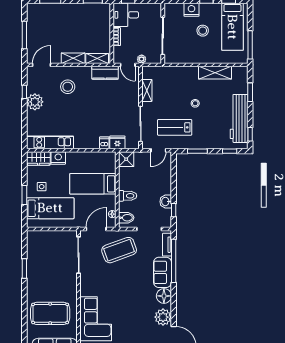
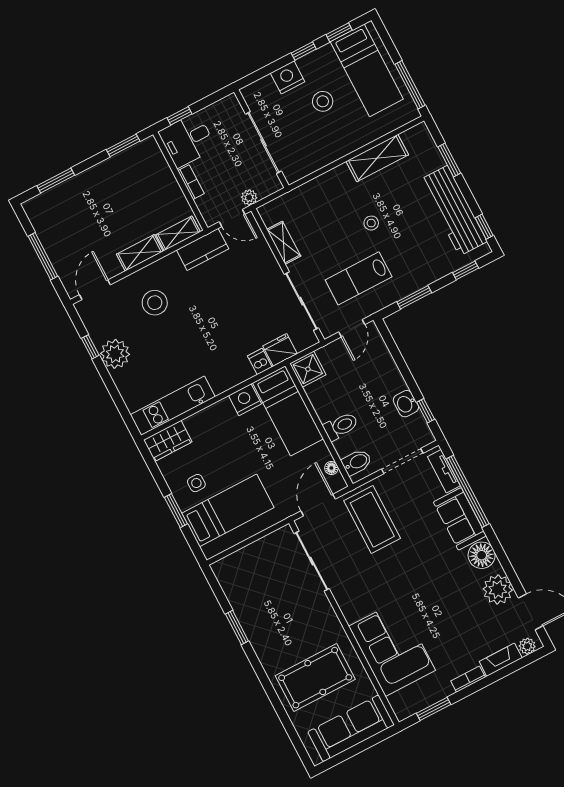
nightstand: (58, 158) -> (245, 400), moved
bed: (93, 184) -> (288, 411), moved, turned -90
coffee table: (119, 250) -> (372, 520), turned -70

